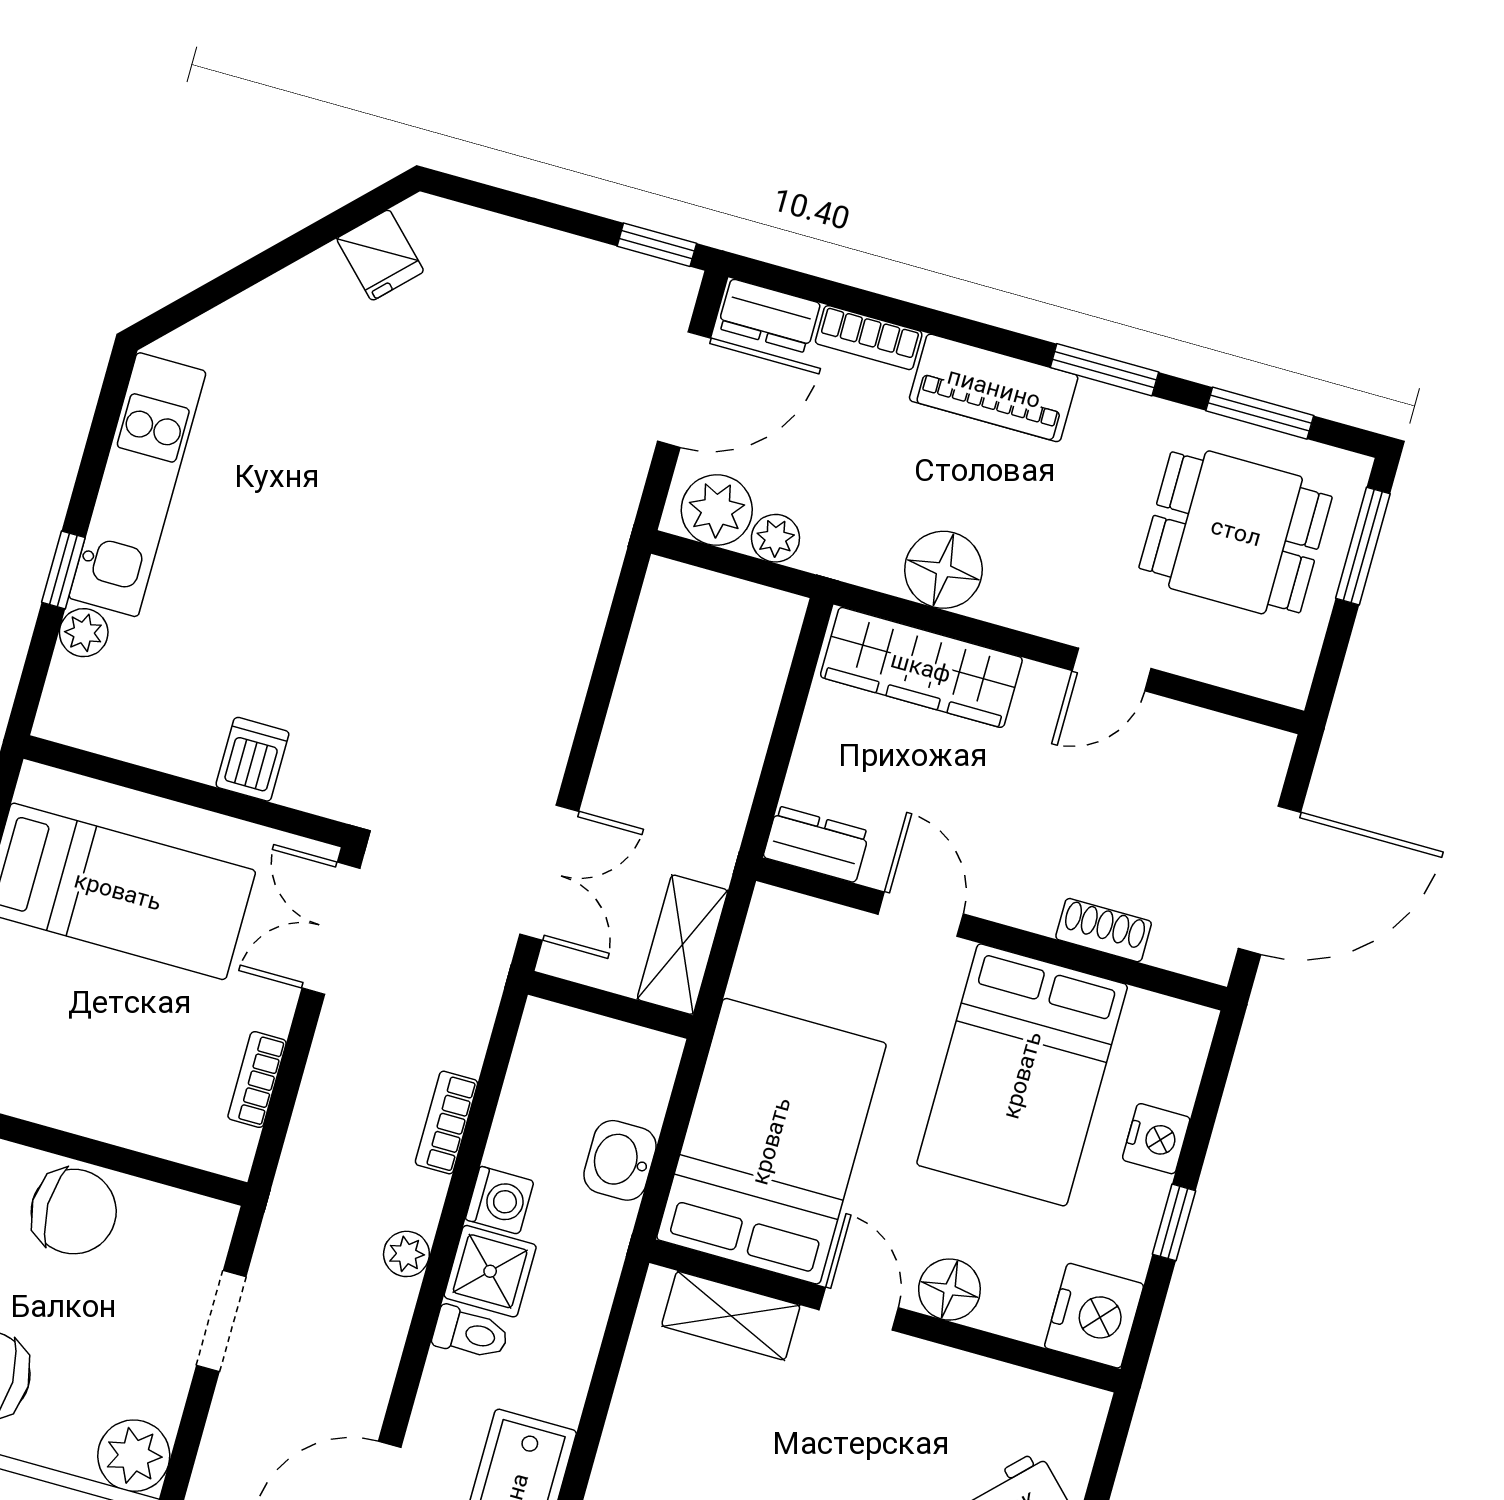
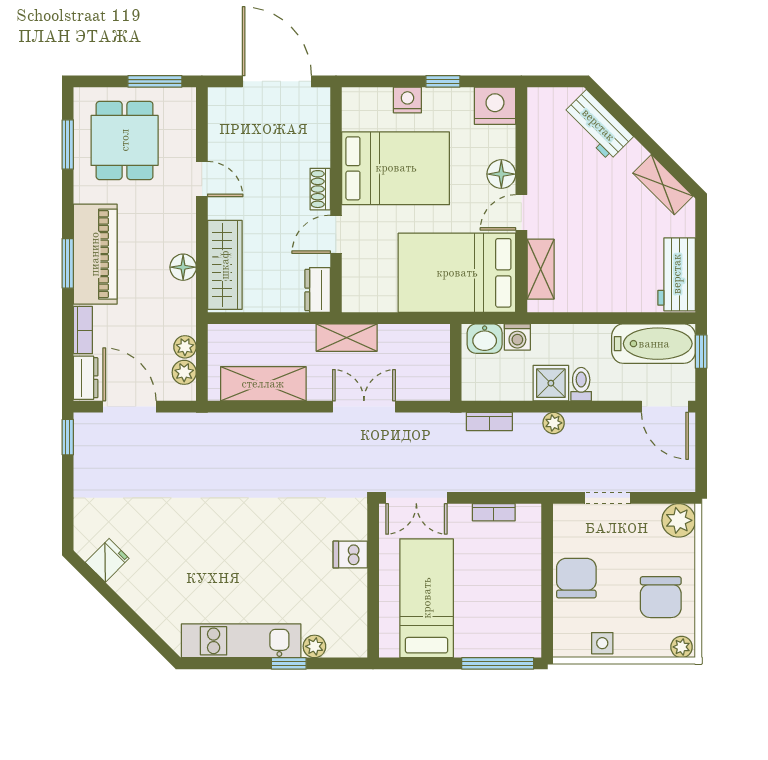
window: (1104, 370) -> (68, 263), moved
piano: (994, 388) -> (95, 254), width x1.37, depth x1.33
plant: (717, 510) -> (184, 372), width x0.73, depth x0.73
window: (1363, 546) -> (155, 81), moved
floor lamp: (943, 570) -> (183, 267), width x0.73, depth x0.73
shelving: (654, 679) -> (263, 384), added
shoe rack: (1104, 930) -> (320, 189), moved
shelving: (682, 945) -> (347, 338), moved
wall: (611, 1005) -> (456, 362), moved
washing machine: (500, 1200) -> (517, 337), moved, turned 180

